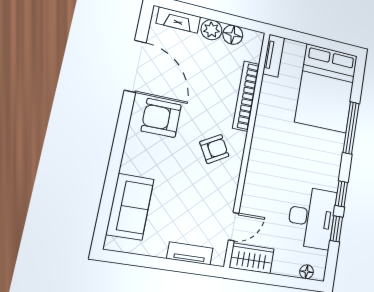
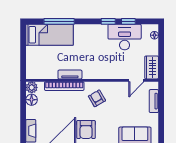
plant: (211, 30) -> (32, 87), moved
tv unit: (274, 56) -> (70, 75), moved
bed: (327, 88) -> (49, 35), width x0.67
window: (351, 128) -> (59, 21), moved
door: (234, 227) -> (136, 80), swing flipped

